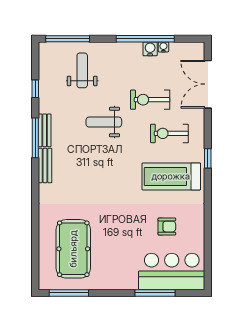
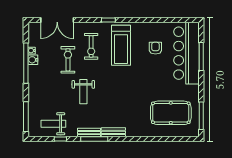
weight bench: (82, 70) -> (53, 124), moved
exercise bike: (150, 100) -> (68, 60), turned 180
bar counter: (172, 271) -> (186, 53), width x1.36

